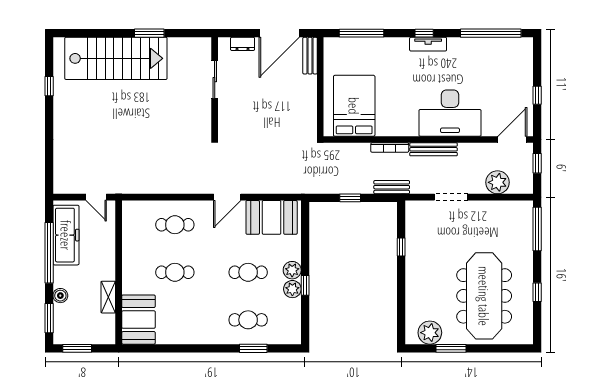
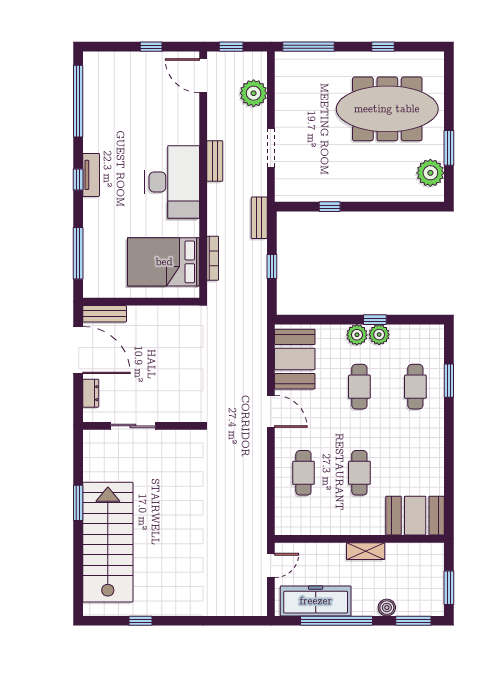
desk: (450, 113) -> (172, 182), moved
bookcase: (390, 148) -> (213, 258), moved
bench: (434, 149) -> (215, 161), width x0.73
shelving: (108, 297) -> (366, 551), moved

